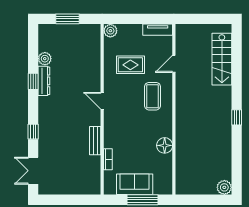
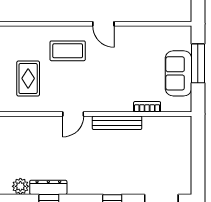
door: (174, 64) -> (103, 24), moved
bench: (95, 141) -> (117, 123), width x1.36
floor lamp: (165, 145) -> (130, 36), removed

